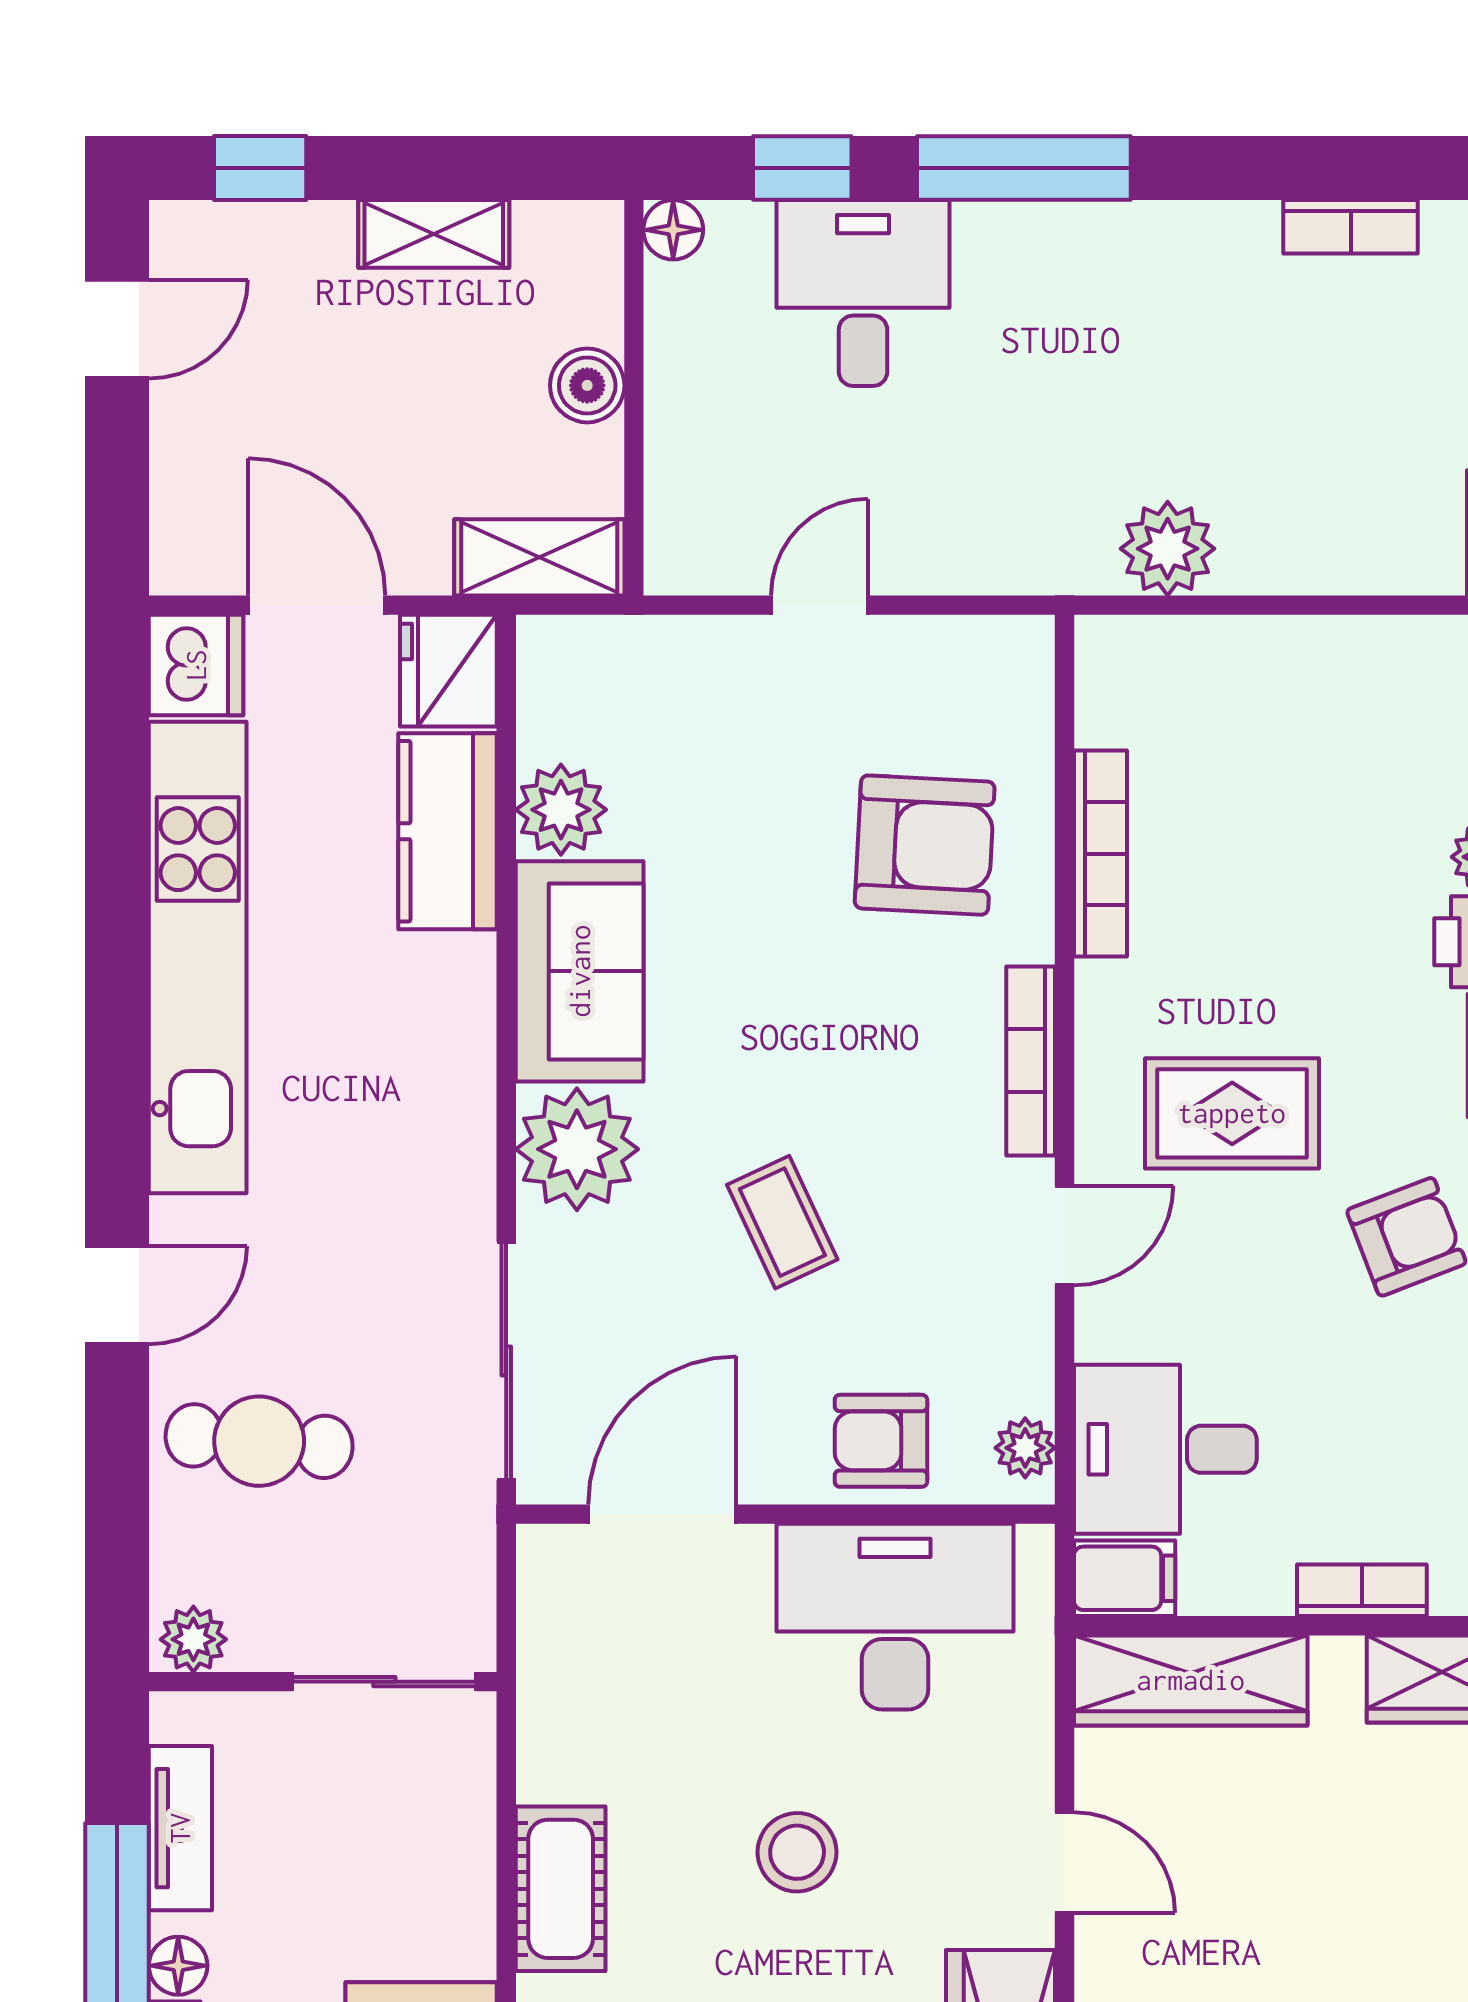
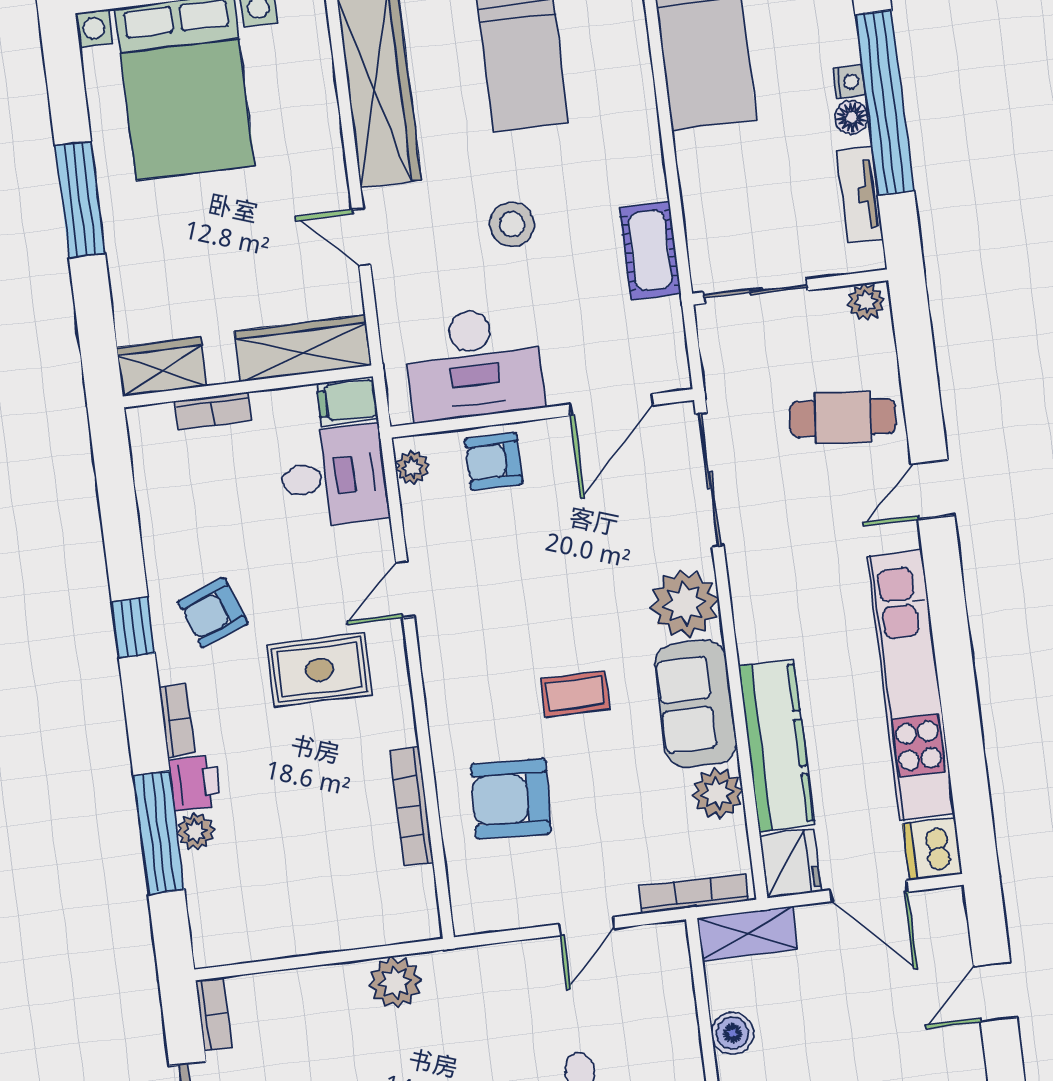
door: (117, 329) -> (995, 992), moved
kitchen counter: (448, 831) -> (776, 746), width x1.50
bookcase: (1031, 1061) -> (694, 894), moved, turned -90
coffee table: (782, 1222) -> (575, 694), moved, turned -65
armchair: (881, 1441) -> (494, 461), turned 180
cot: (561, 1889) -> (650, 251), moved

